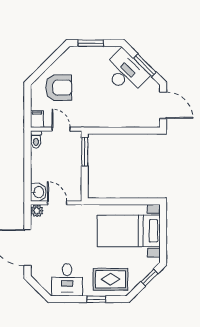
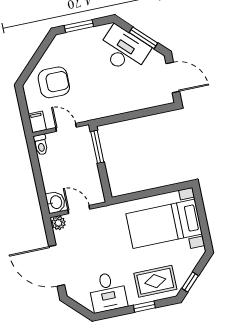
window: (149, 278) -> (190, 282), moved

